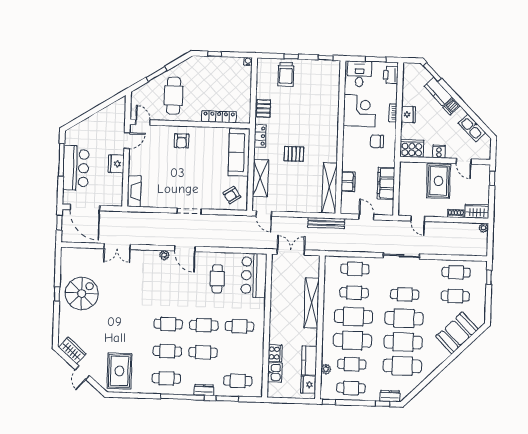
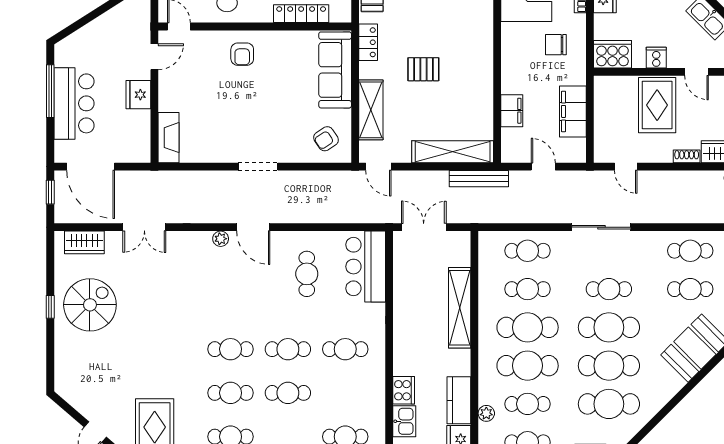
shelving: (329, 188) -> (453, 152), moved, turned 90
wardrobe: (72, 351) -> (84, 242), moved, turned 139

